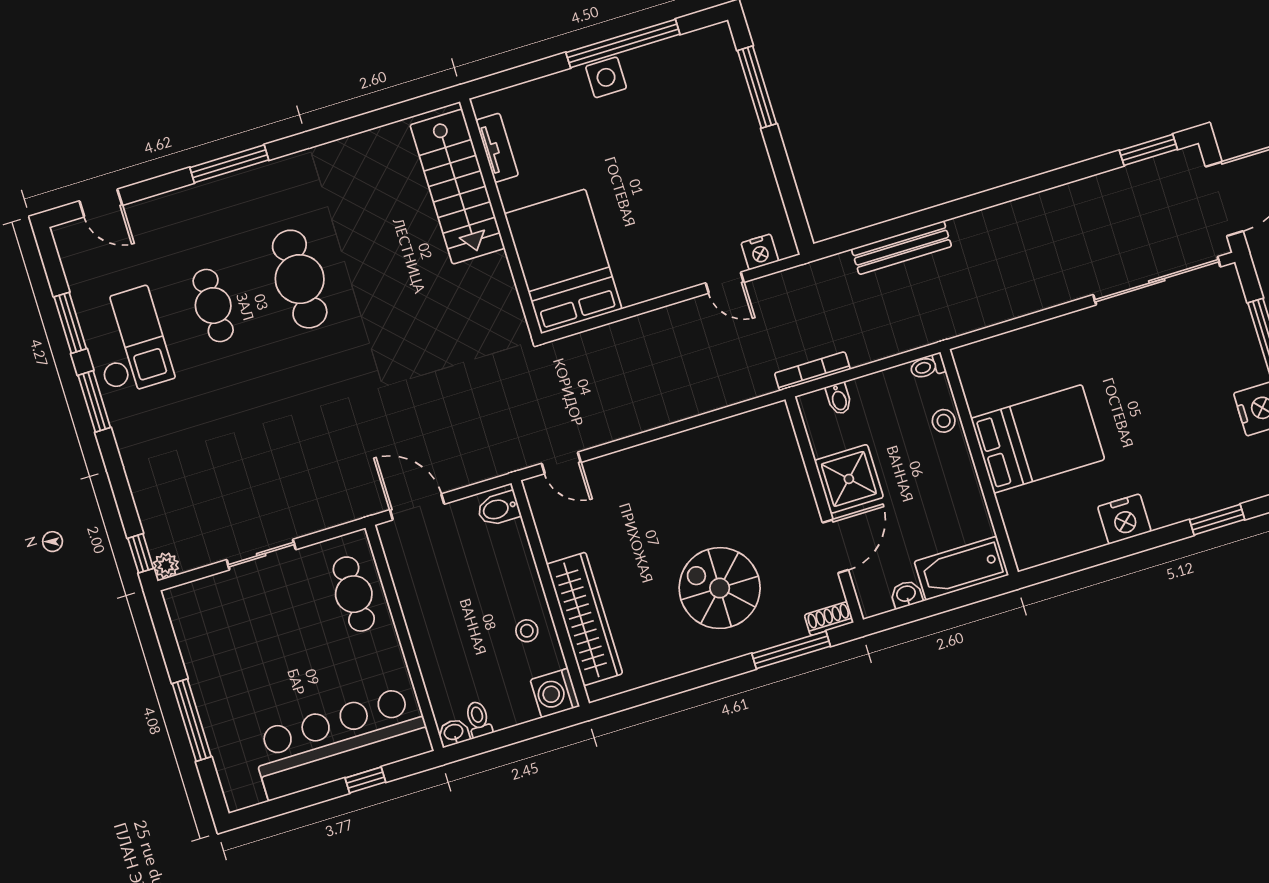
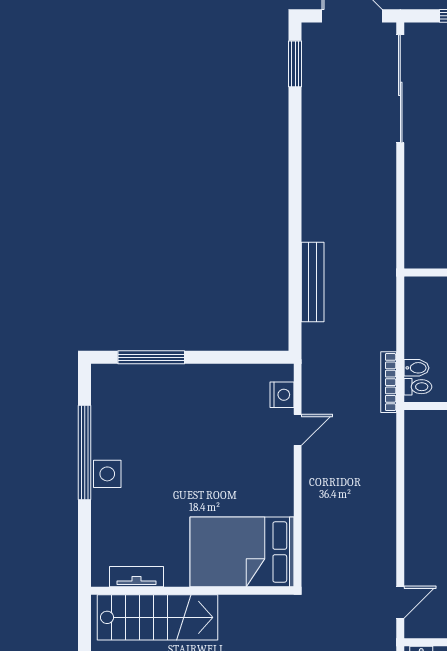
toilet: (928, 366) -> (418, 387), moved, turned -90

